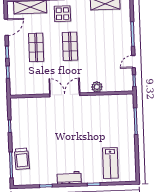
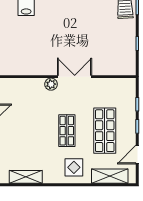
shop shelf: (36, 47) -> (105, 131), width x1.43, depth x1.36
plant: (97, 87) -> (51, 84), moved
double door: (65, 95) -> (75, 77), swing flipped

